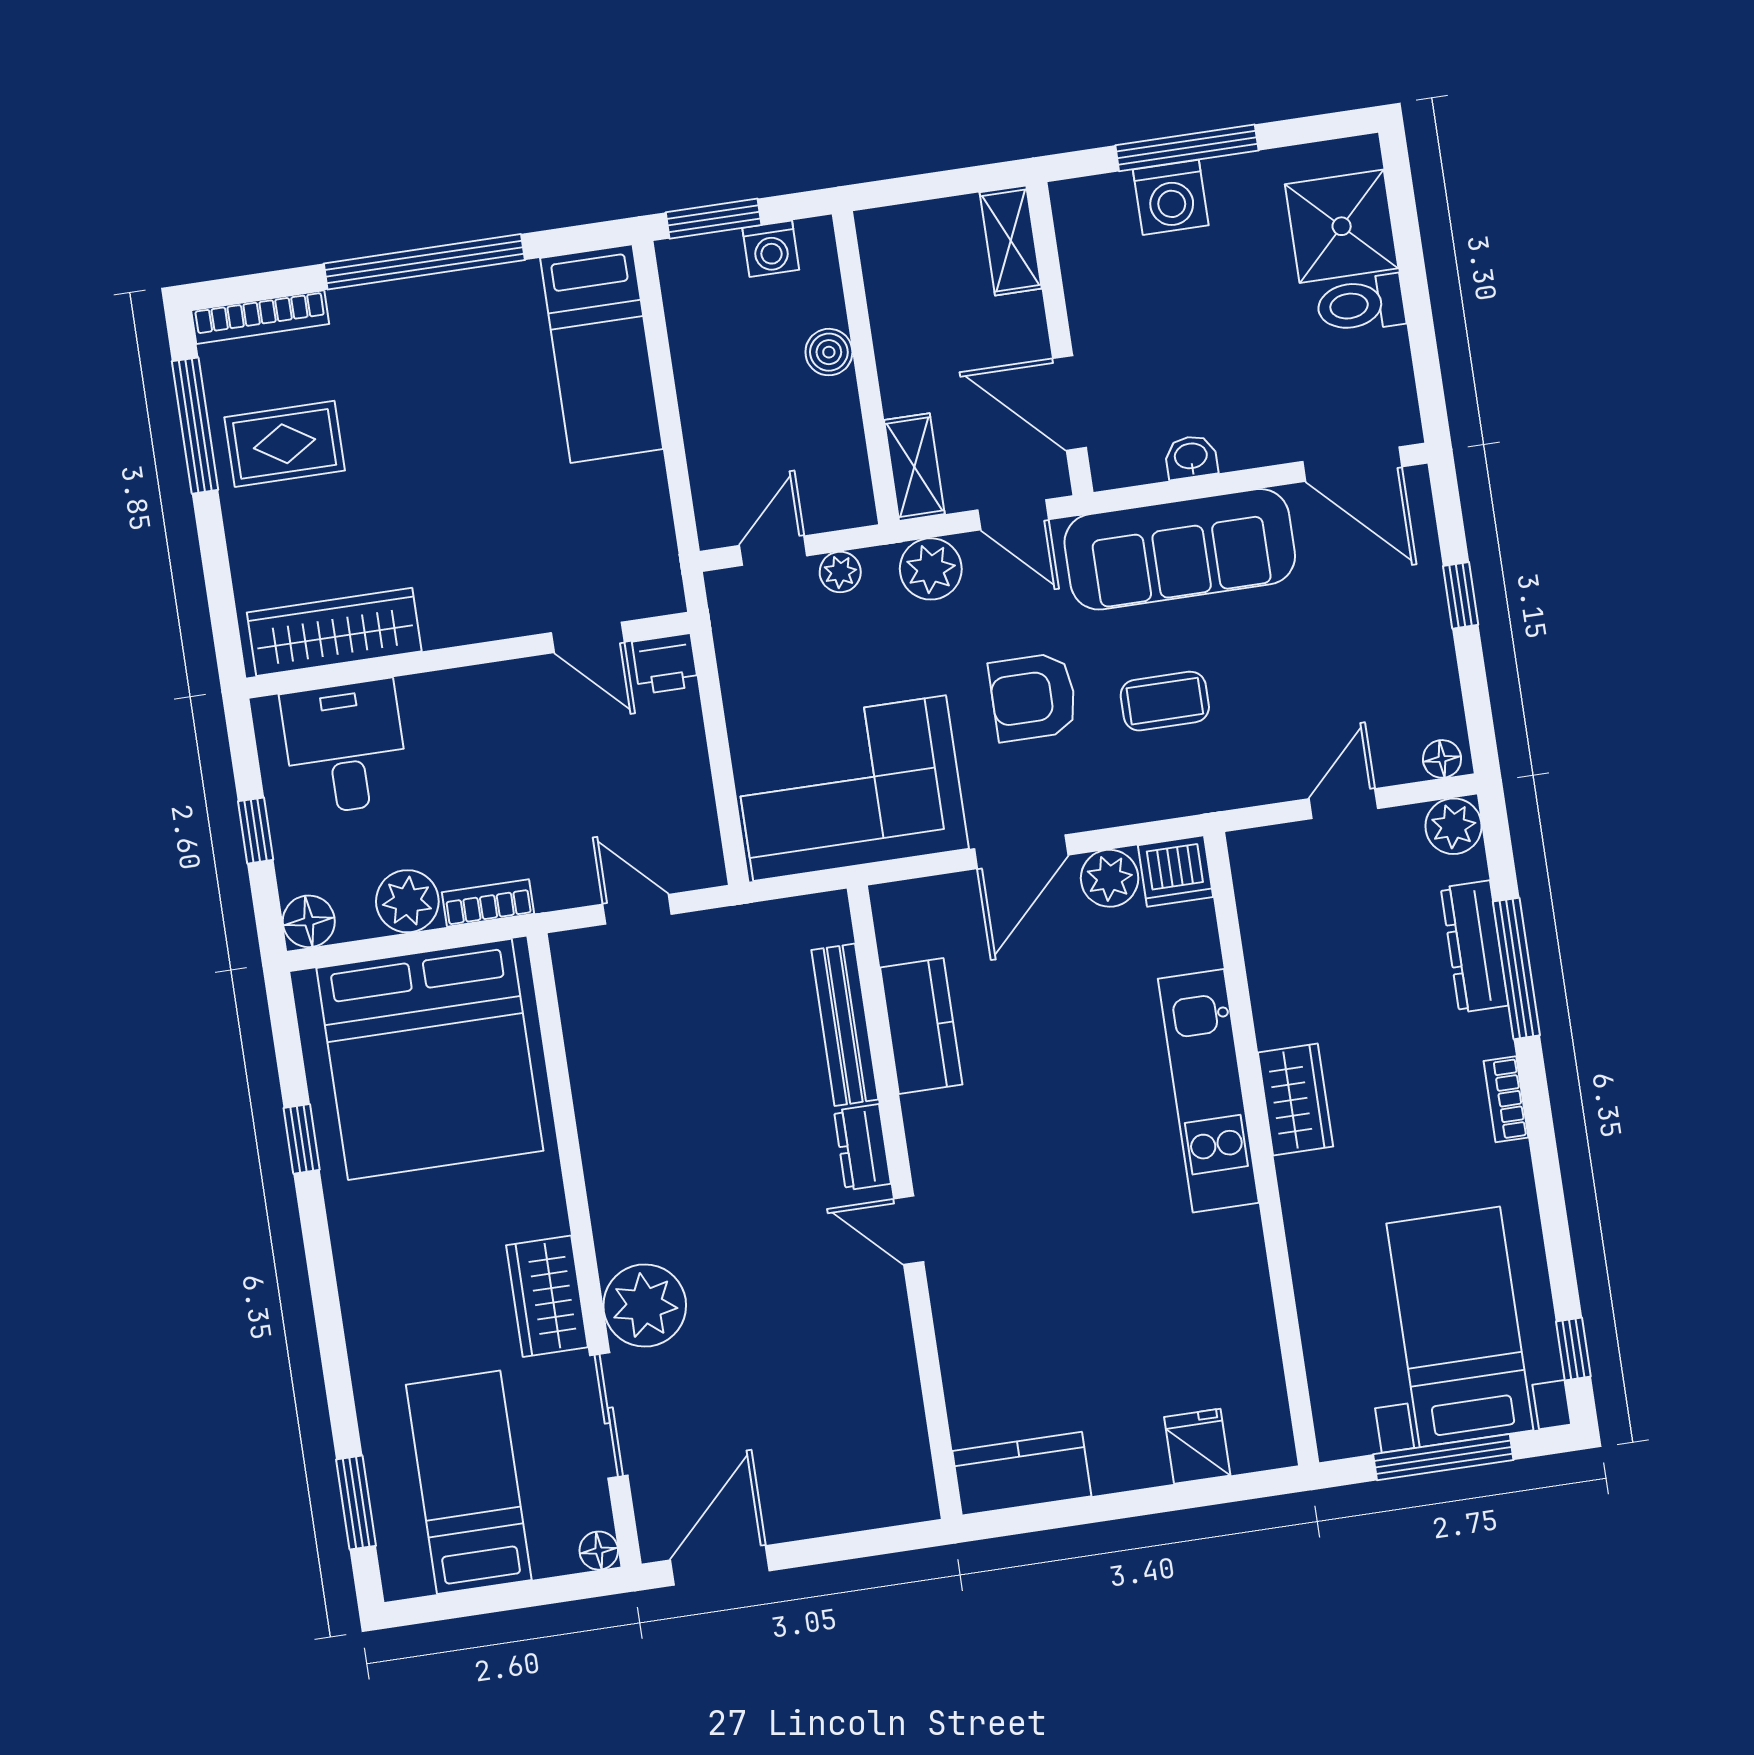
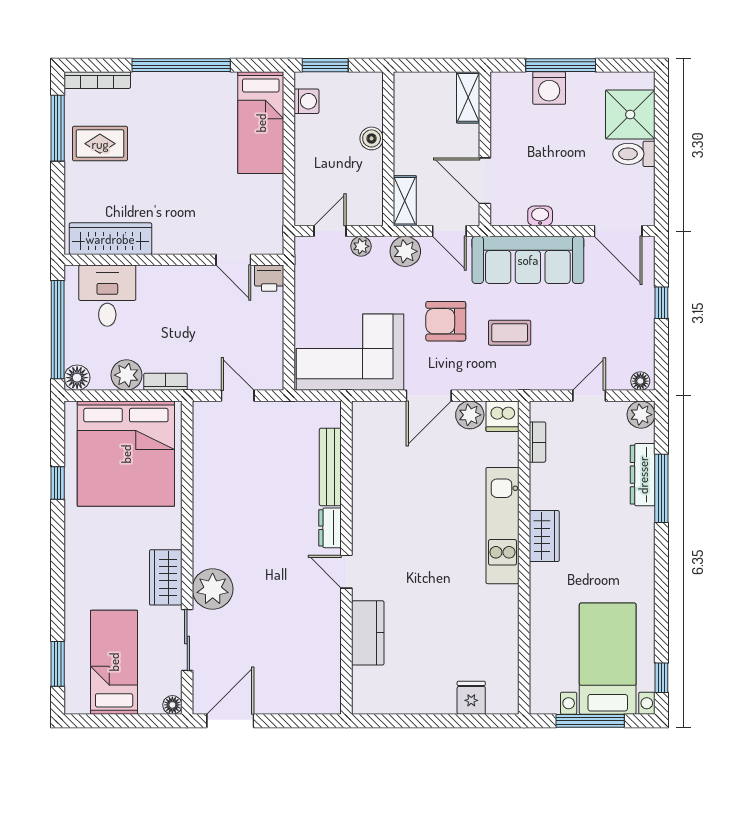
washing machine: (771, 249) -> (307, 101), moved, turned -90
window: (256, 831) -> (58, 330), width x3.17
kitchen counter: (921, 1026) -> (367, 473), removed
bookcase: (1506, 1099) -> (537, 442), moved, turned 180
kitchen counter: (1022, 1474) -> (368, 633), moved, turned 90

